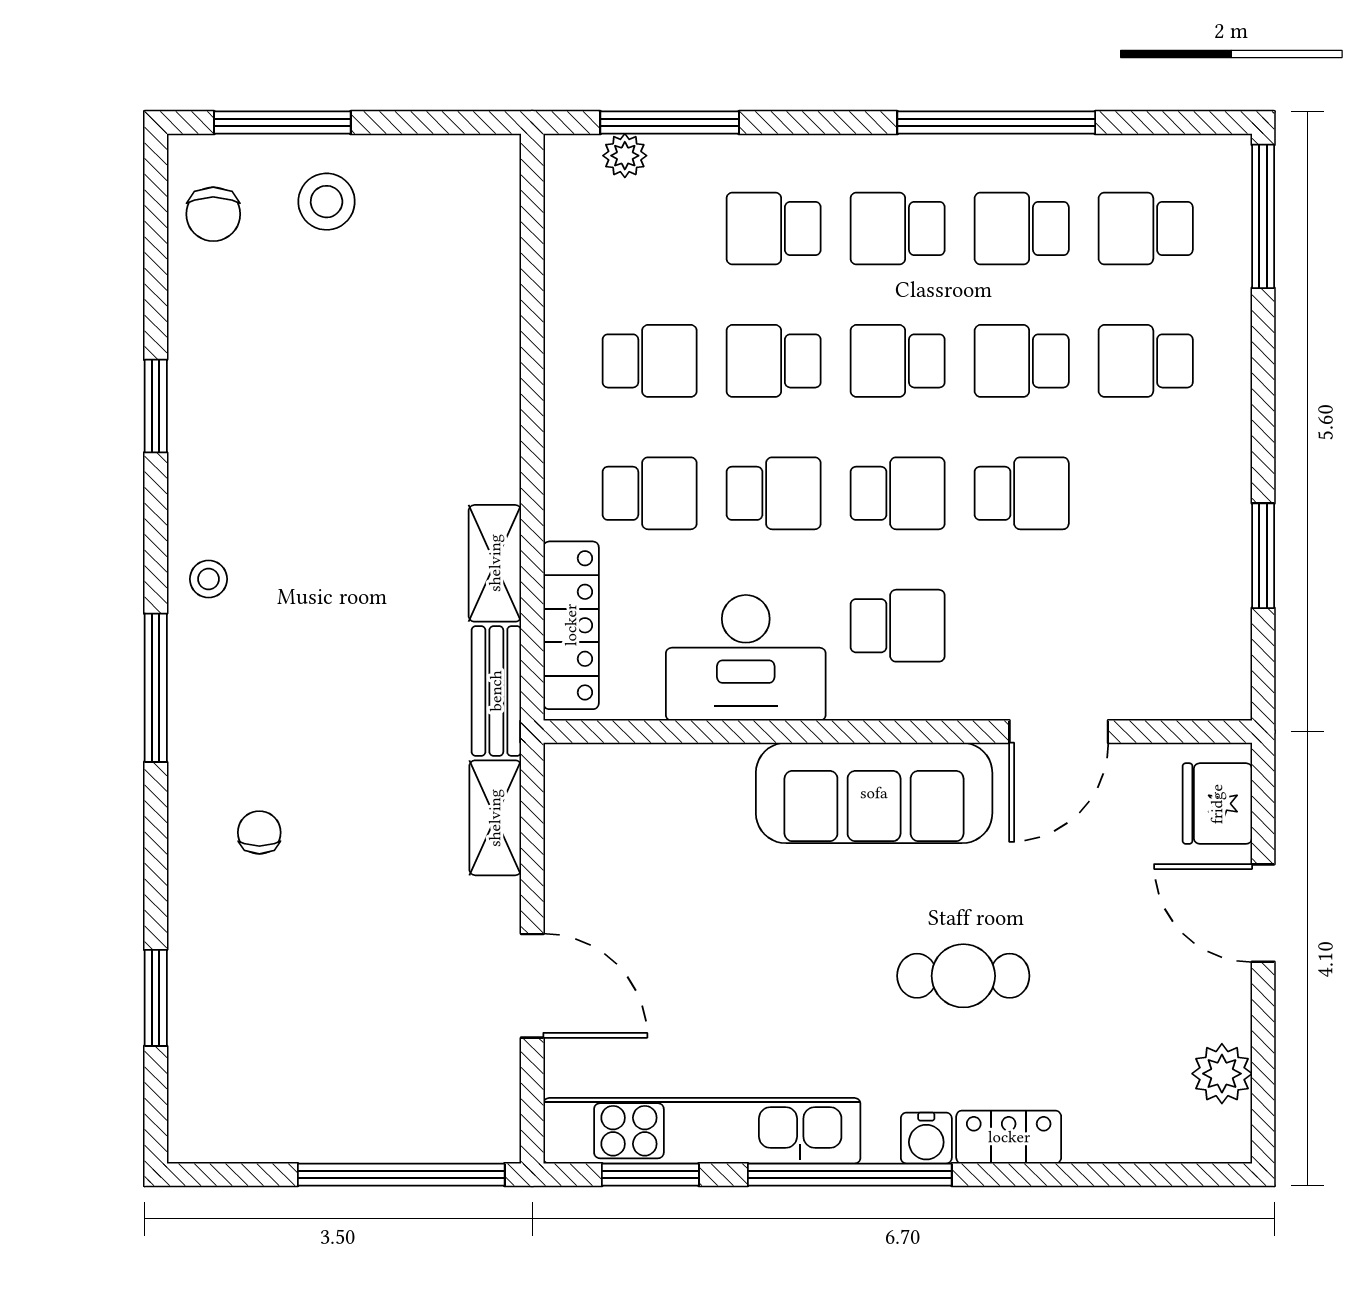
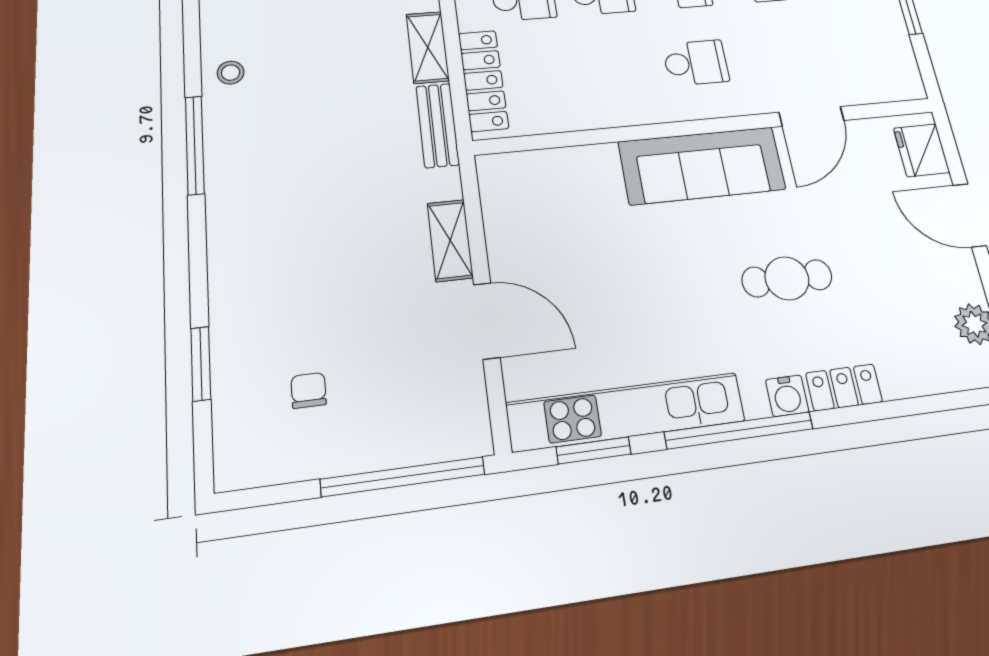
desk: (746, 658) -> (602, 90), removed
shelving: (495, 818) -> (450, 240), moved
chair: (259, 832) -> (309, 390), moved

